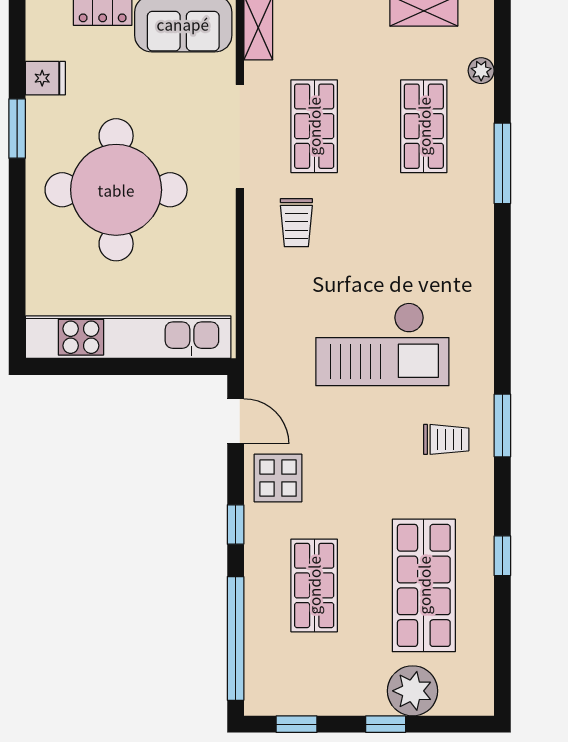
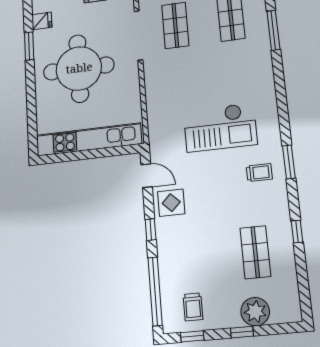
trolley: (296, 223) -> (193, 307), moved
shop shelf: (314, 585) -> (195, 258), removed
shop shelf: (424, 585) -> (255, 252), width x0.70, depth x0.74

